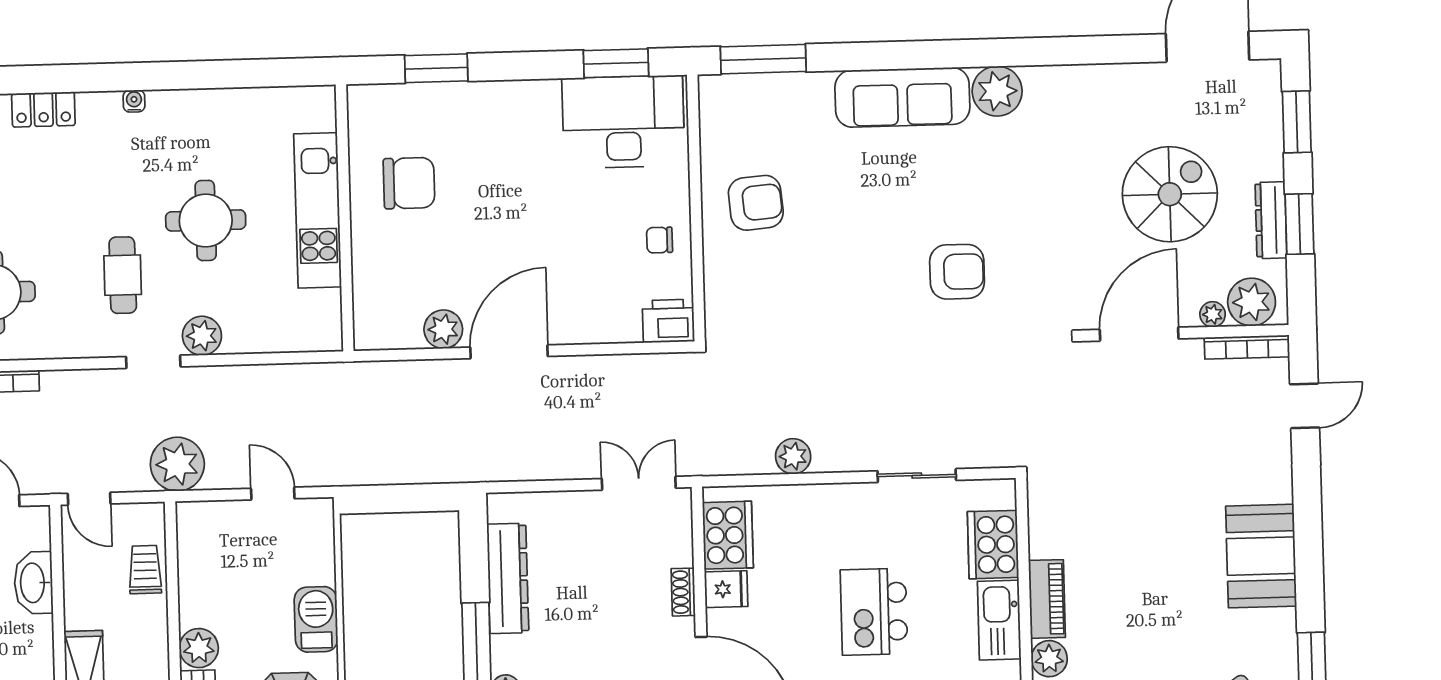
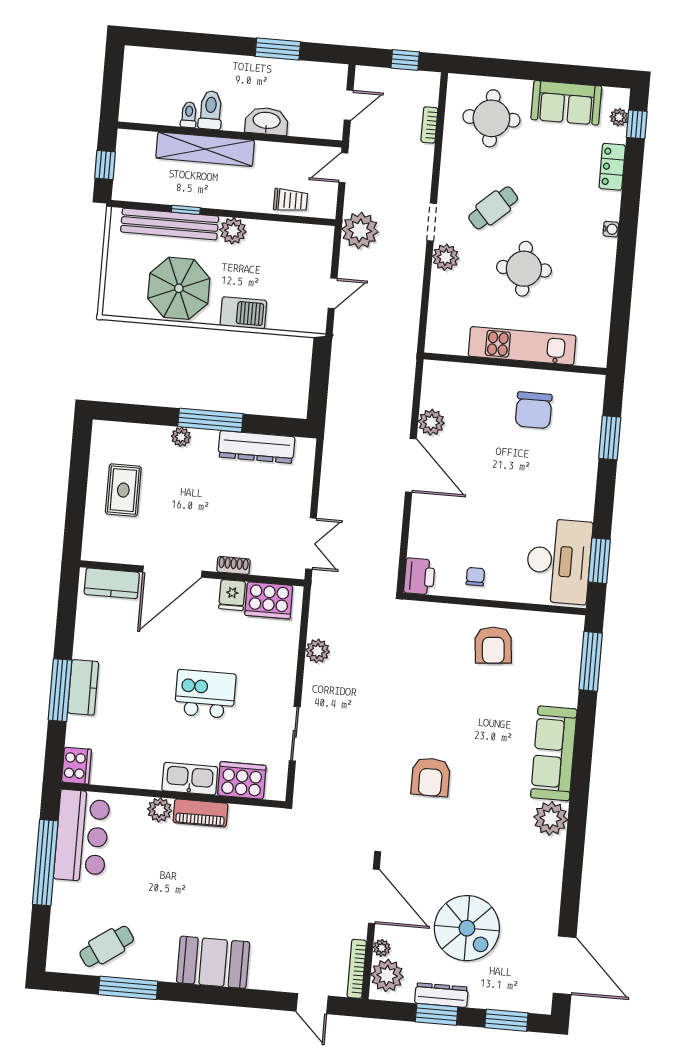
cafe table: (123, 275) -> (493, 208), turned -42
washbasin: (34, 583) -> (267, 121), moved

